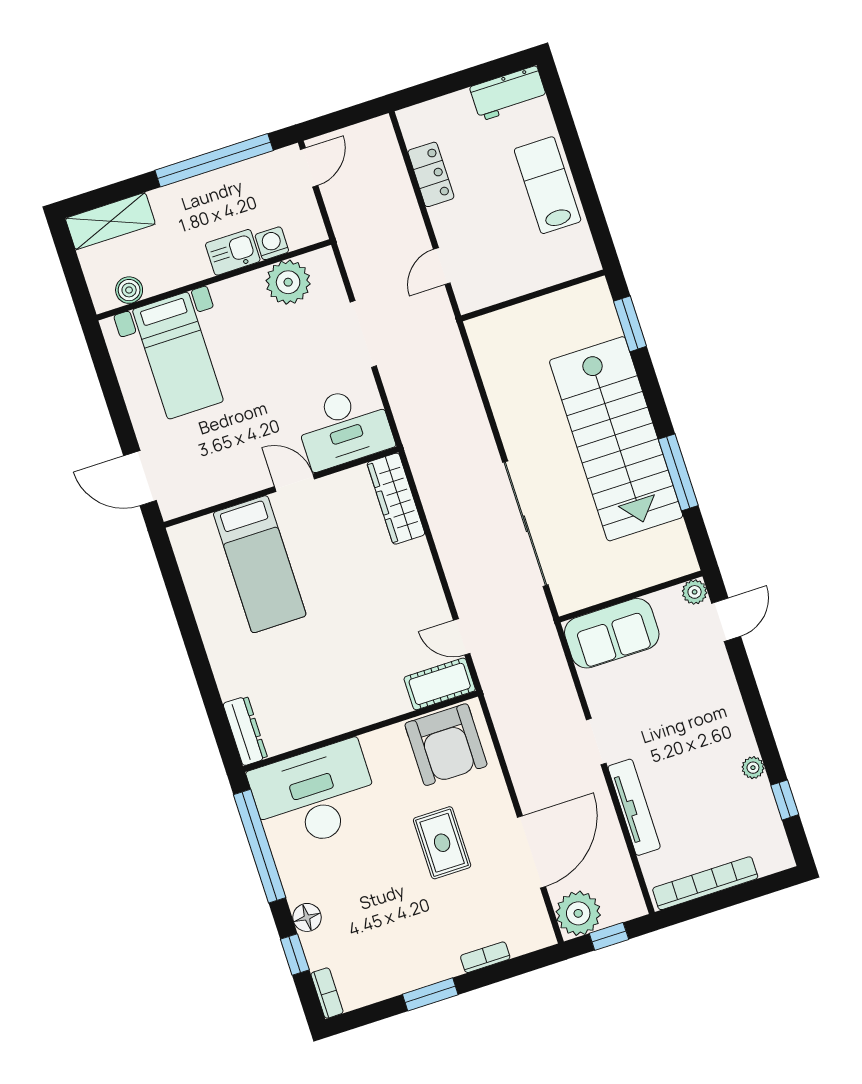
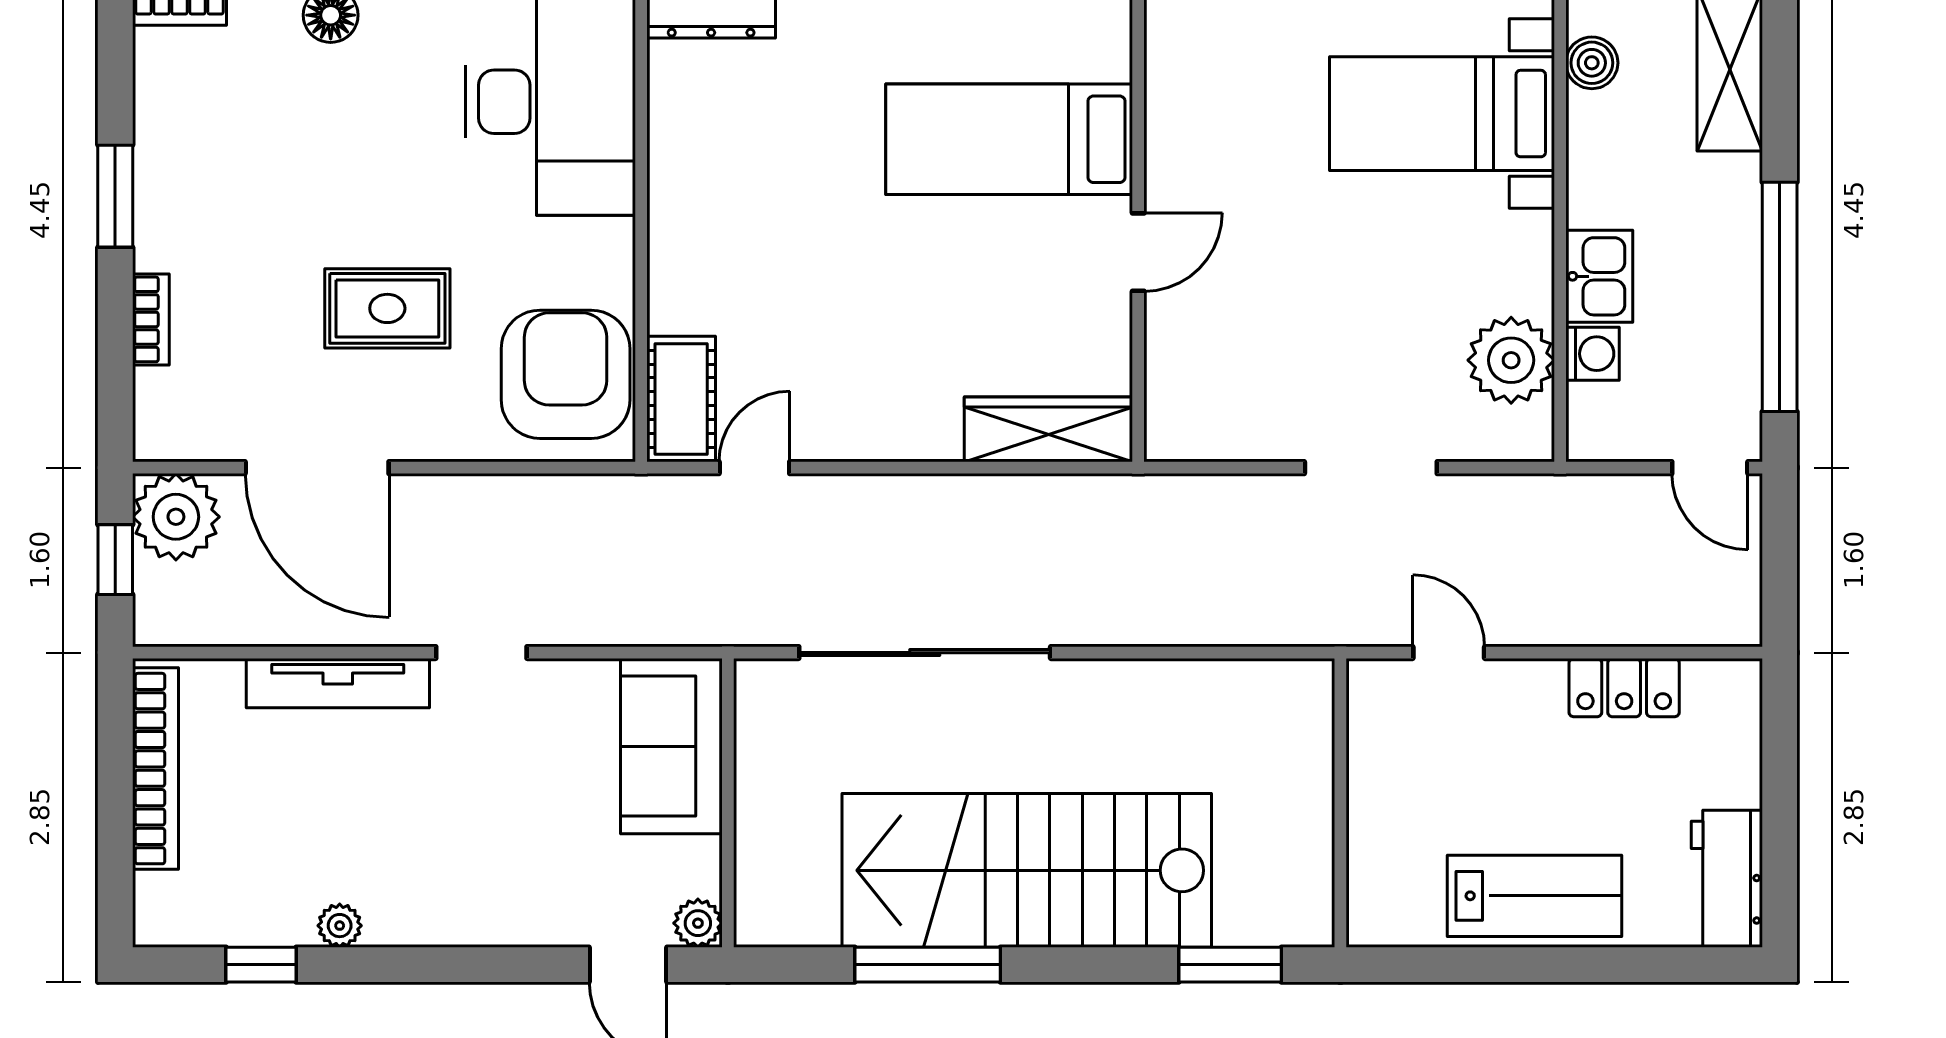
desk: (344, 427) -> (1211, 377), removed
armchair: (446, 745) -> (566, 374), turned 90

